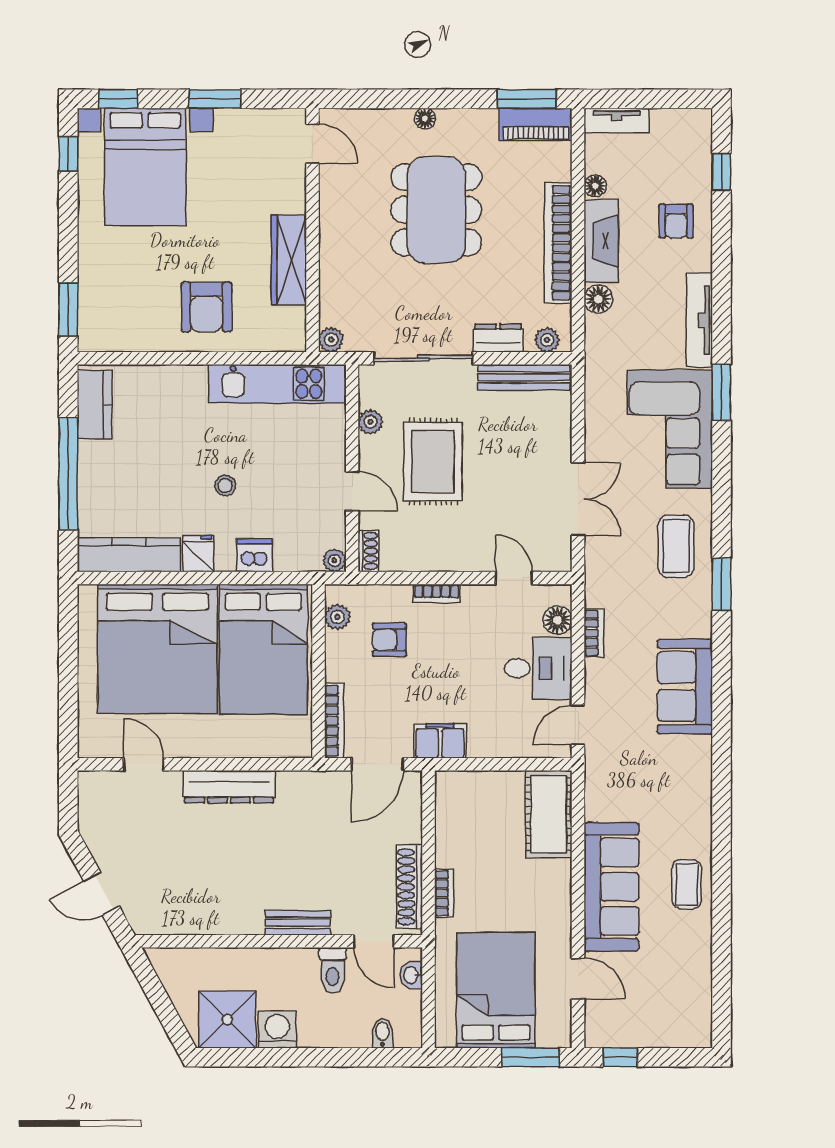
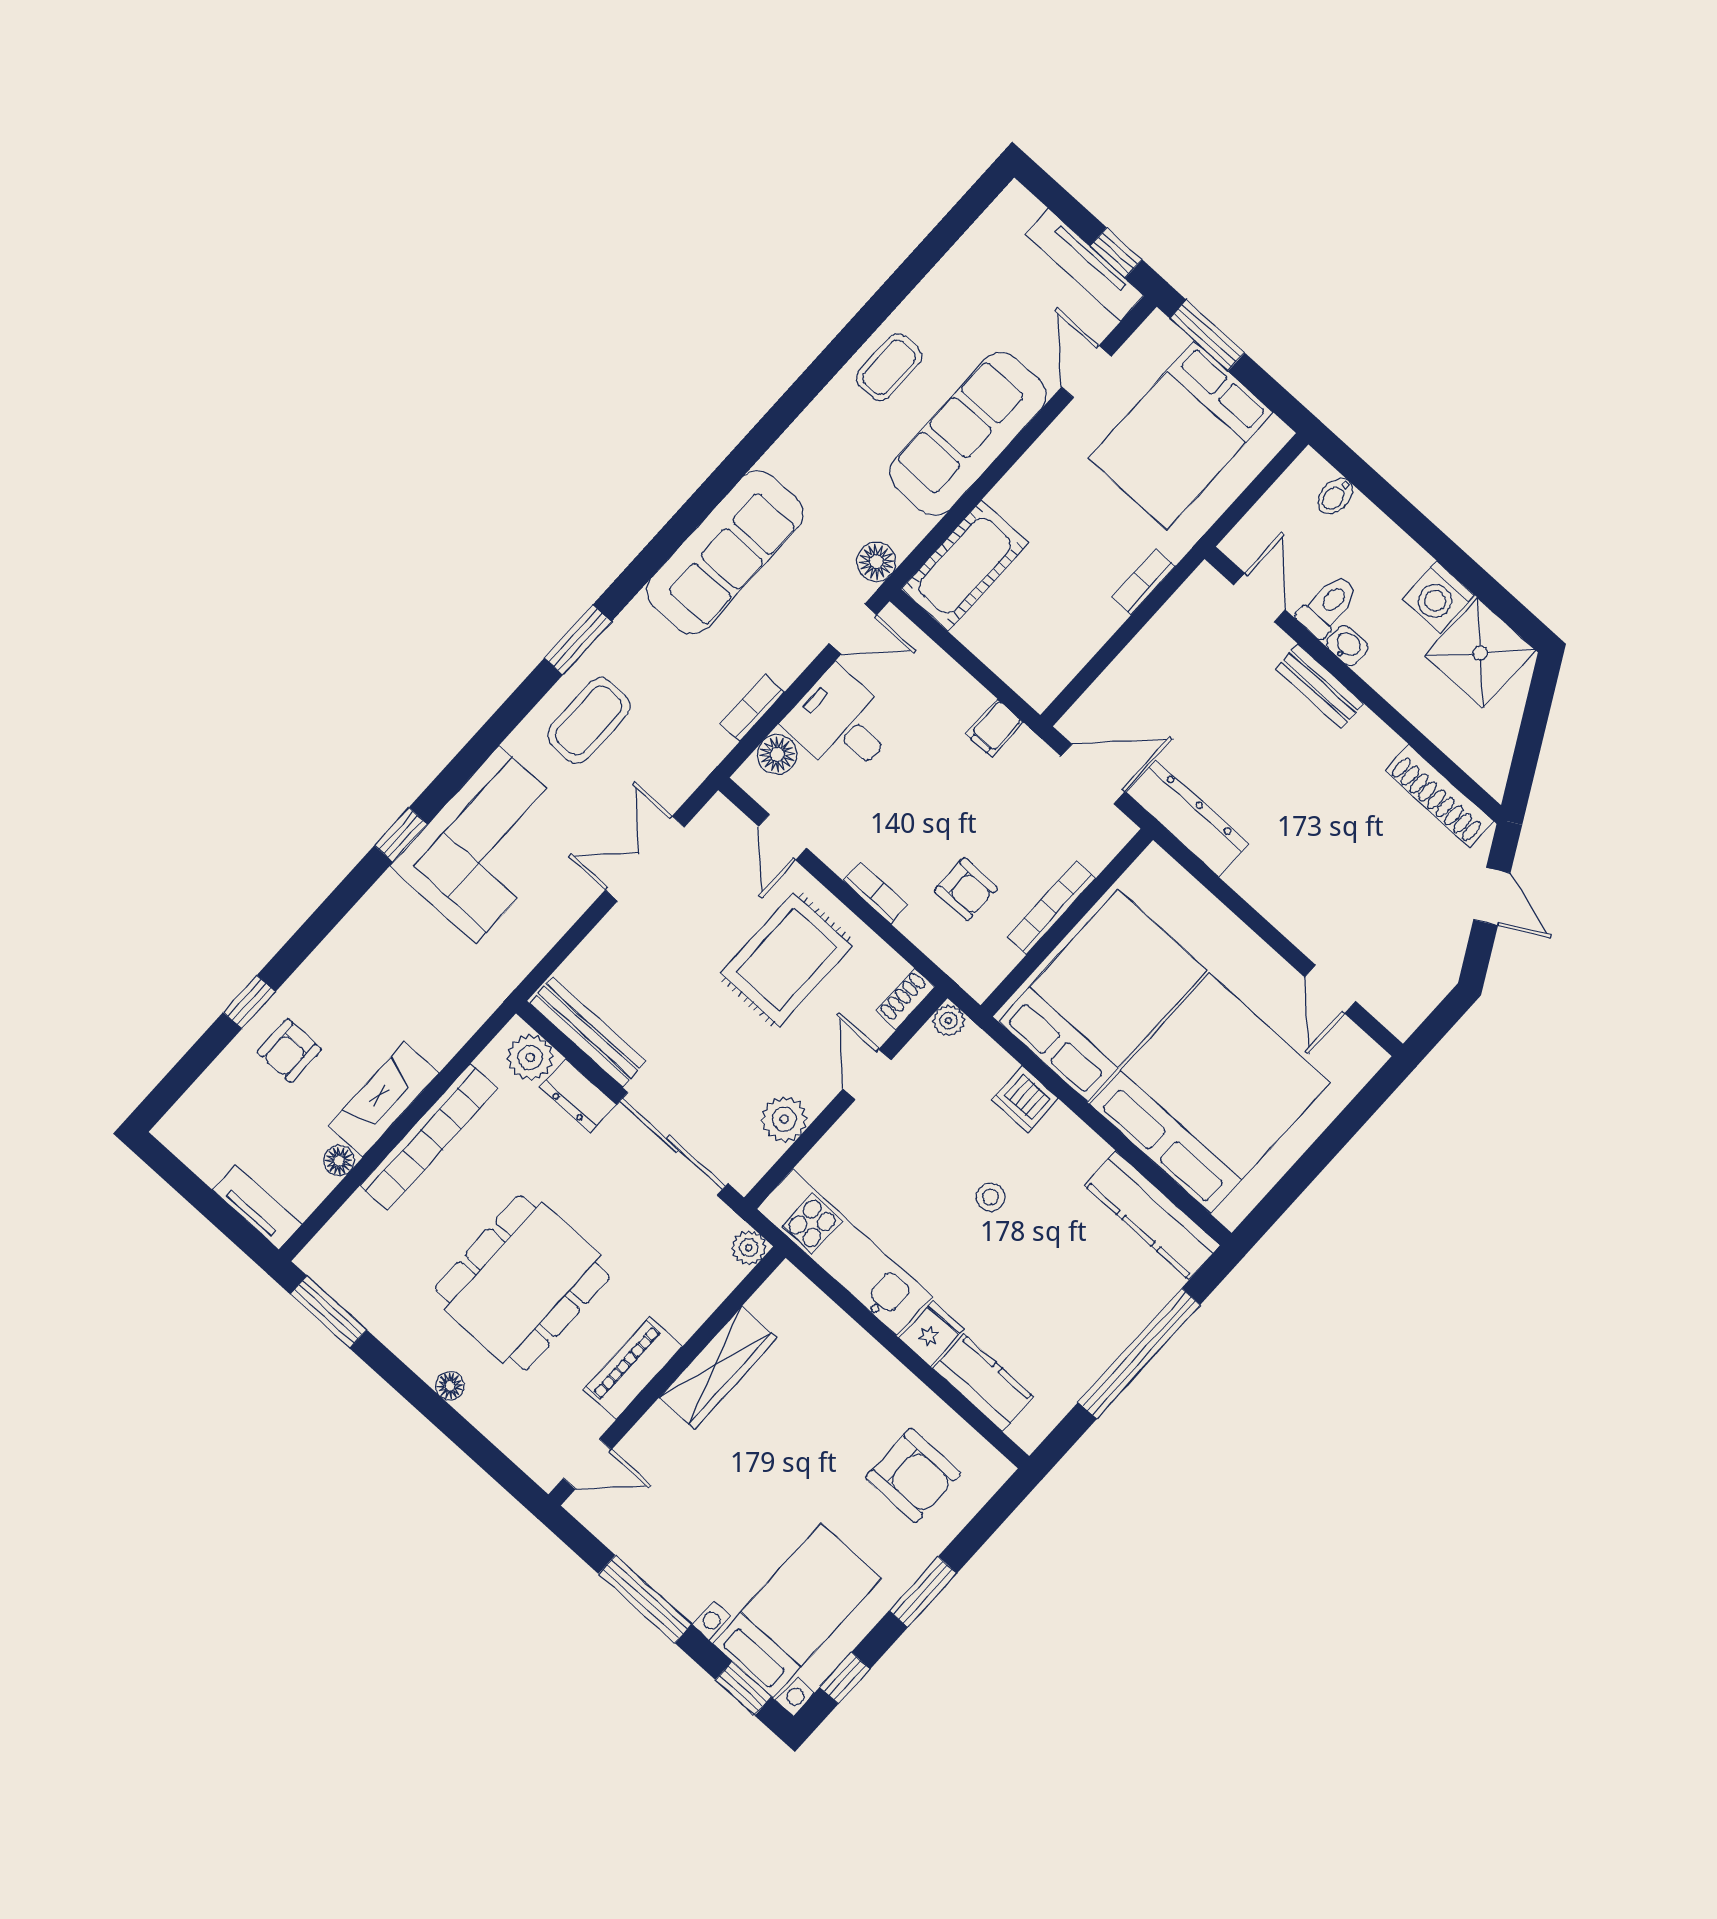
window: (215, 99) -> (645, 1599), width x1.44
piano: (536, 124) -> (633, 1368), moved, turned -90
door: (312, 144) -> (587, 1464), swing flipped
bed with nightstands: (145, 167) -> (797, 1611), width x0.73
window: (721, 172) -> (249, 1002), moved
armchair: (676, 221) -> (289, 1051), turned 180
floor lamp: (598, 299) -> (876, 562), moved
armchair: (206, 307) -> (913, 1475), moved, turned 90
window: (68, 309) -> (923, 1592), moved
tv unit: (699, 320) -> (1084, 265), moved, turned 90
plant: (547, 340) -> (530, 1057), width x1.38, depth x1.38
window: (721, 392) -> (401, 835), width x0.67
kitchen counter: (95, 404) -> (983, 1383), moved, turned 90
plant: (370, 422) -> (784, 1119), width x1.38, depth x1.38
rug: (433, 462) -> (786, 959), moved
fridge: (198, 554) -> (931, 1333), moved, turned 180
plant: (337, 617) -> (998, 960), removed
sofa: (685, 687) -> (725, 552), width x1.36
bookcase: (334, 721) -> (1051, 908), moved
filing cabinet: (440, 741) -> (994, 728), width x0.50
dresser: (229, 787) -> (1187, 818), moved
shoe rack: (409, 887) -> (1439, 796), moved, turned 90
washbasin: (411, 975) -> (1347, 646), moved, turned -90

